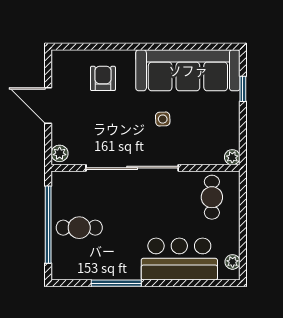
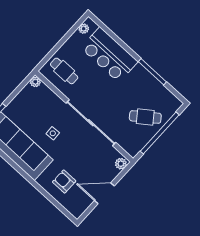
armchair: (103, 78) -> (64, 181), turned 90
door: (48, 105) -> (104, 193), swing flipped
cafe table: (212, 197) -> (64, 71), turned 90
cafe table: (79, 228) -> (145, 117), turned -37

